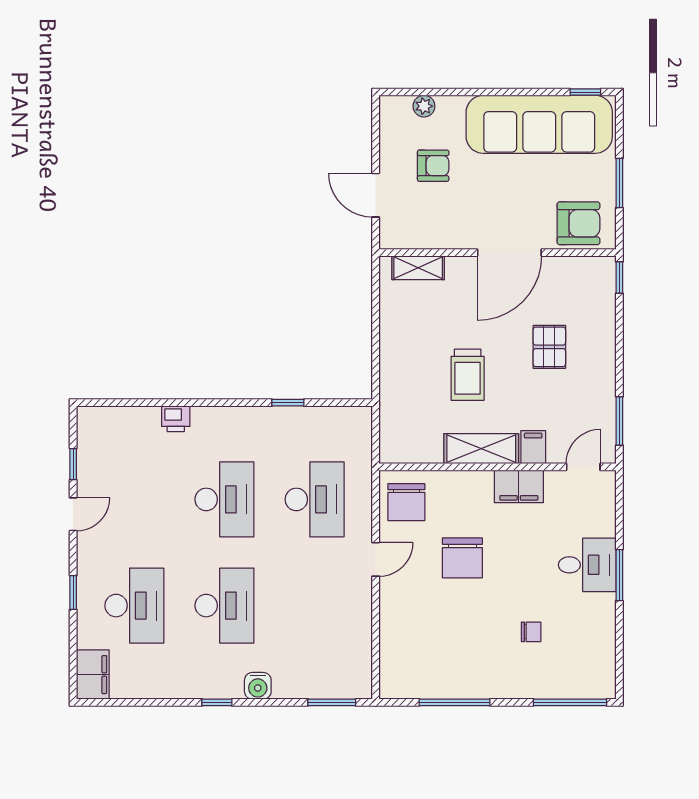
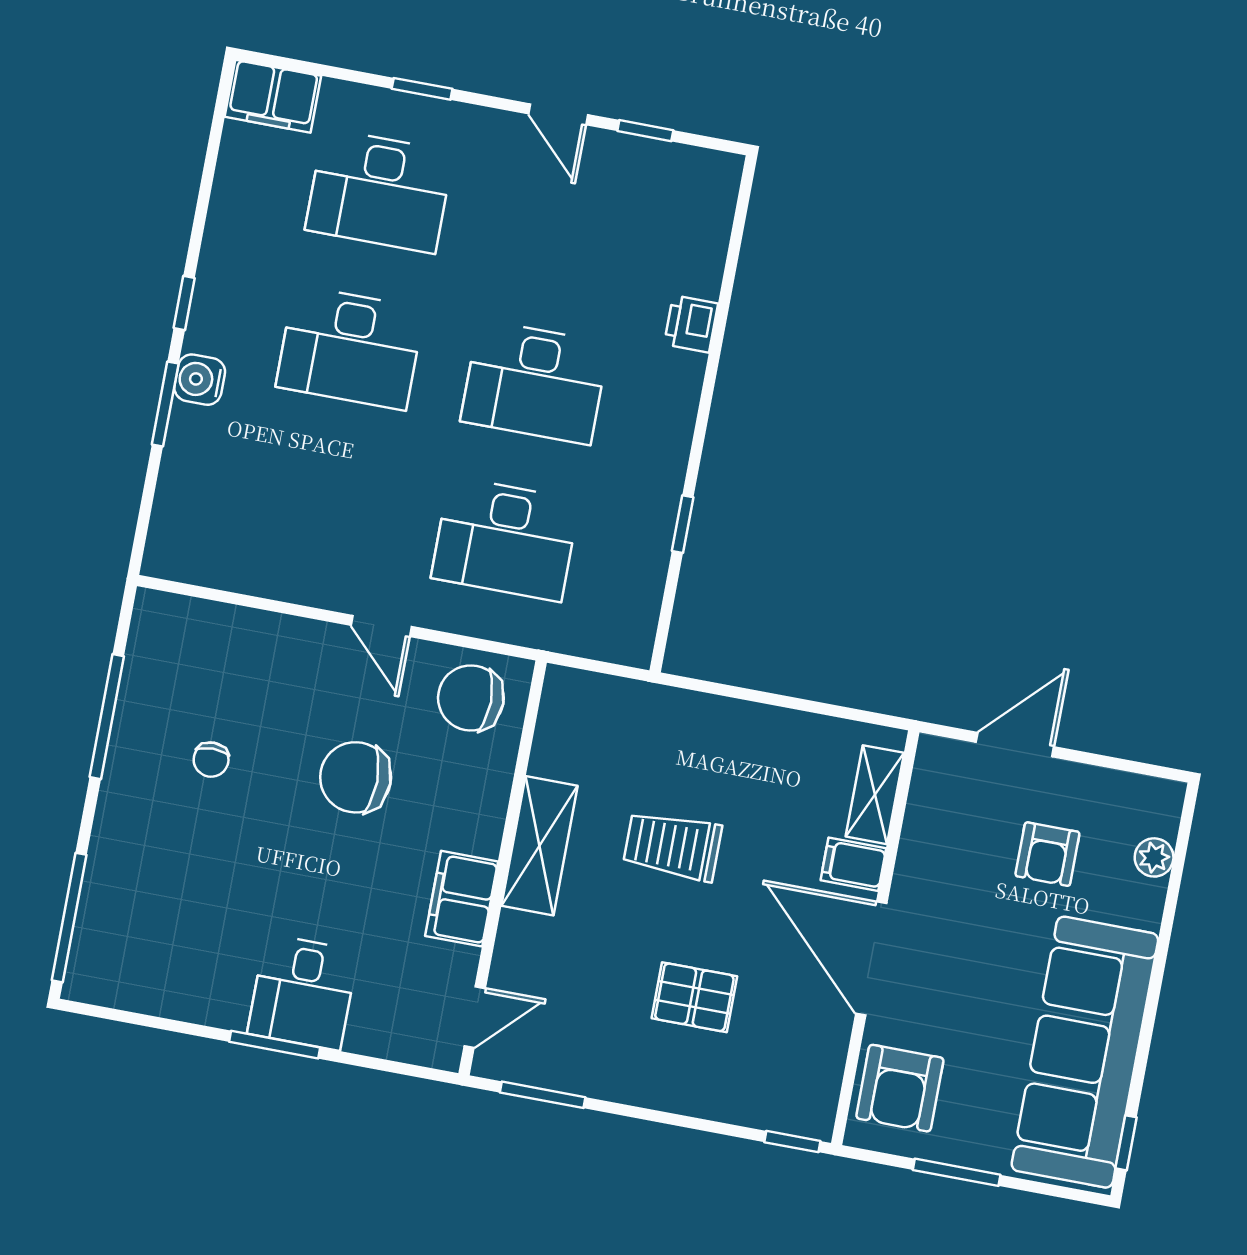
filing cabinet: (533, 447) -> (853, 864), moved, turned 180
door: (583, 467) -> (475, 1017), hinge flipped
chair: (531, 632) -> (211, 760), moved
window: (332, 702) -> (165, 404), moved

